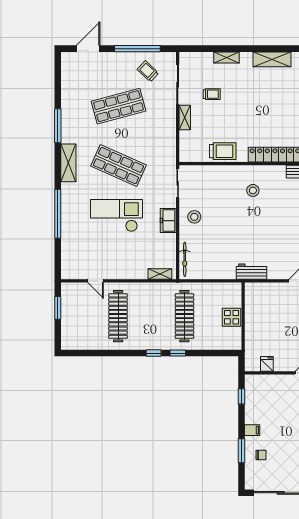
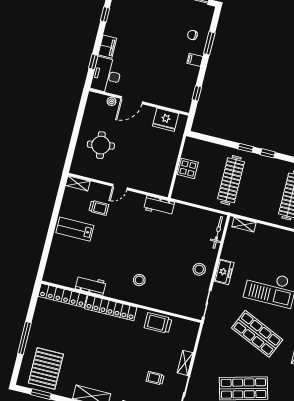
fridge: (267, 364) -> (166, 120), width x1.88, depth x1.34

